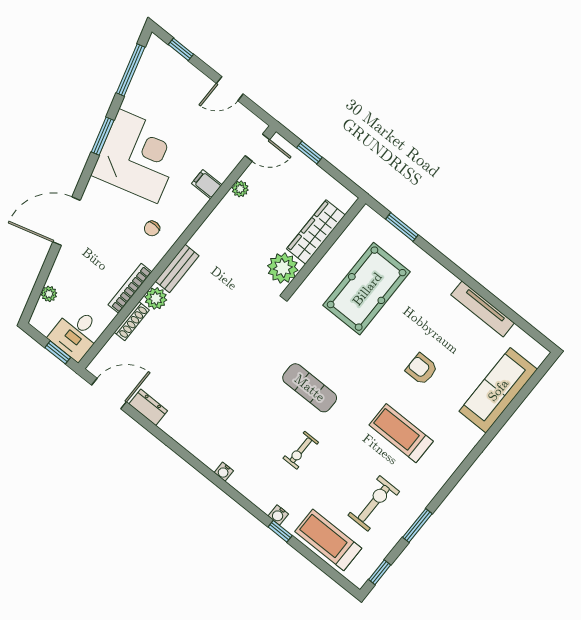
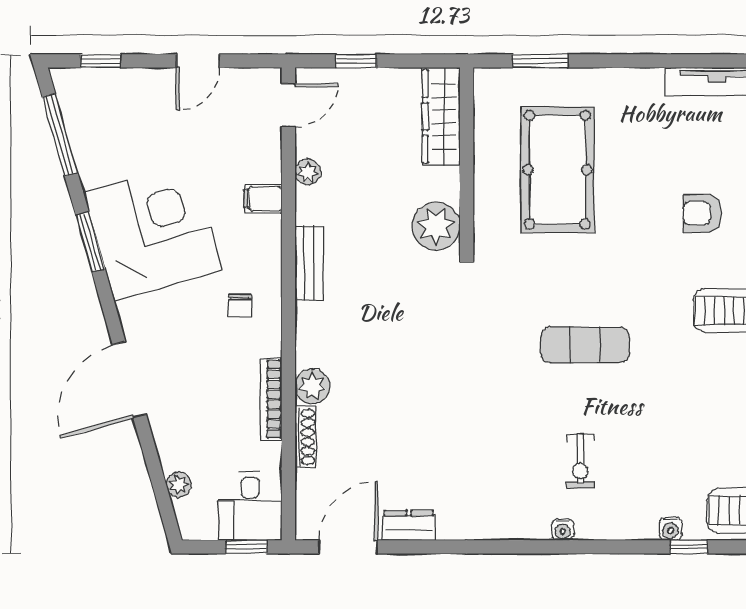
wardrobe: (316, 232) -> (441, 117), moved
bench: (177, 268) -> (309, 263), moved
exercise bike: (301, 450) -> (580, 461), moved

